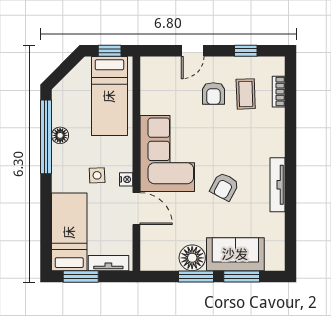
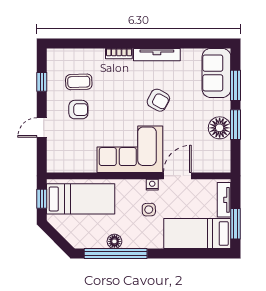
door: (193, 51) -> (42, 127), swing flipped
bookcase: (279, 92) -> (119, 54), moved
sofa: (235, 254) -> (216, 73), moved

